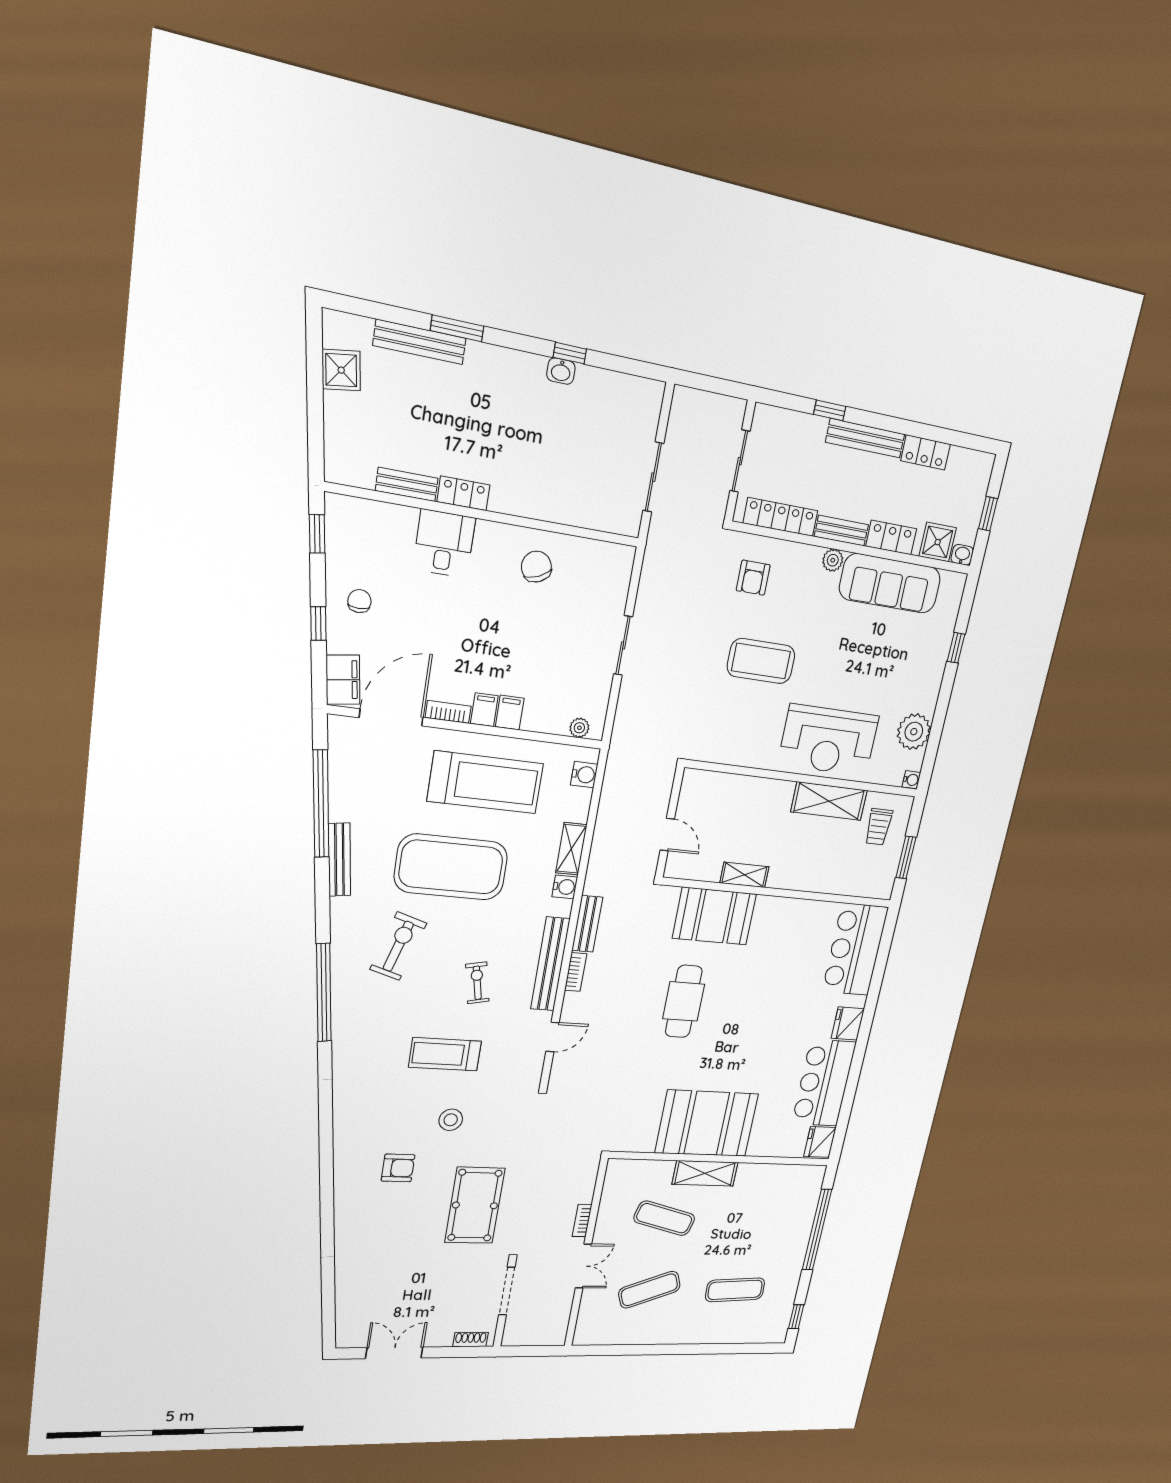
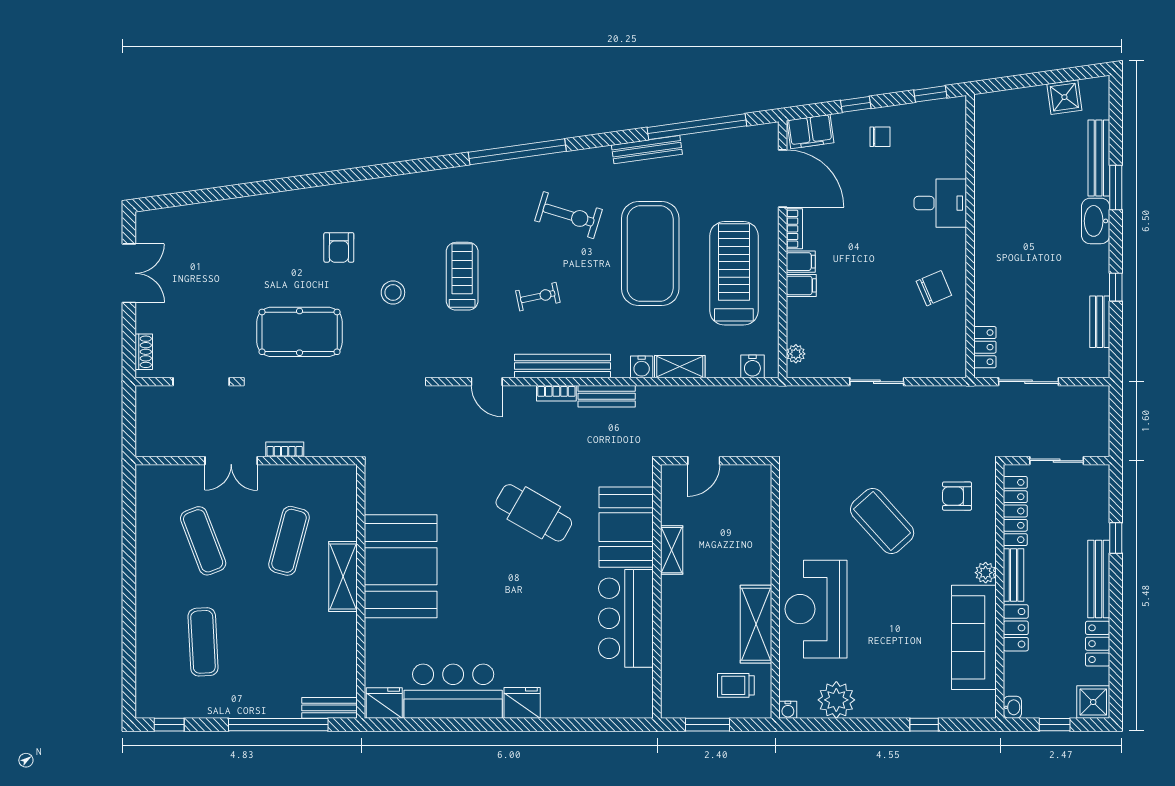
washbasin: (561, 371) -> (1096, 221), moved, width x1.91, depth x1.45
bench: (407, 484) -> (1100, 322), moved
locker: (463, 493) -> (985, 347), moved
shower: (938, 542) -> (1093, 702), moved
coffee table: (761, 661) -> (882, 521), turned -42
treadmill: (485, 782) -> (734, 273), turned 180
bar counter: (855, 949) -> (626, 618), moved, turned -90
cafe table: (684, 1001) -> (534, 513), turned 30
bench: (813, 1188) -> (329, 708), added

